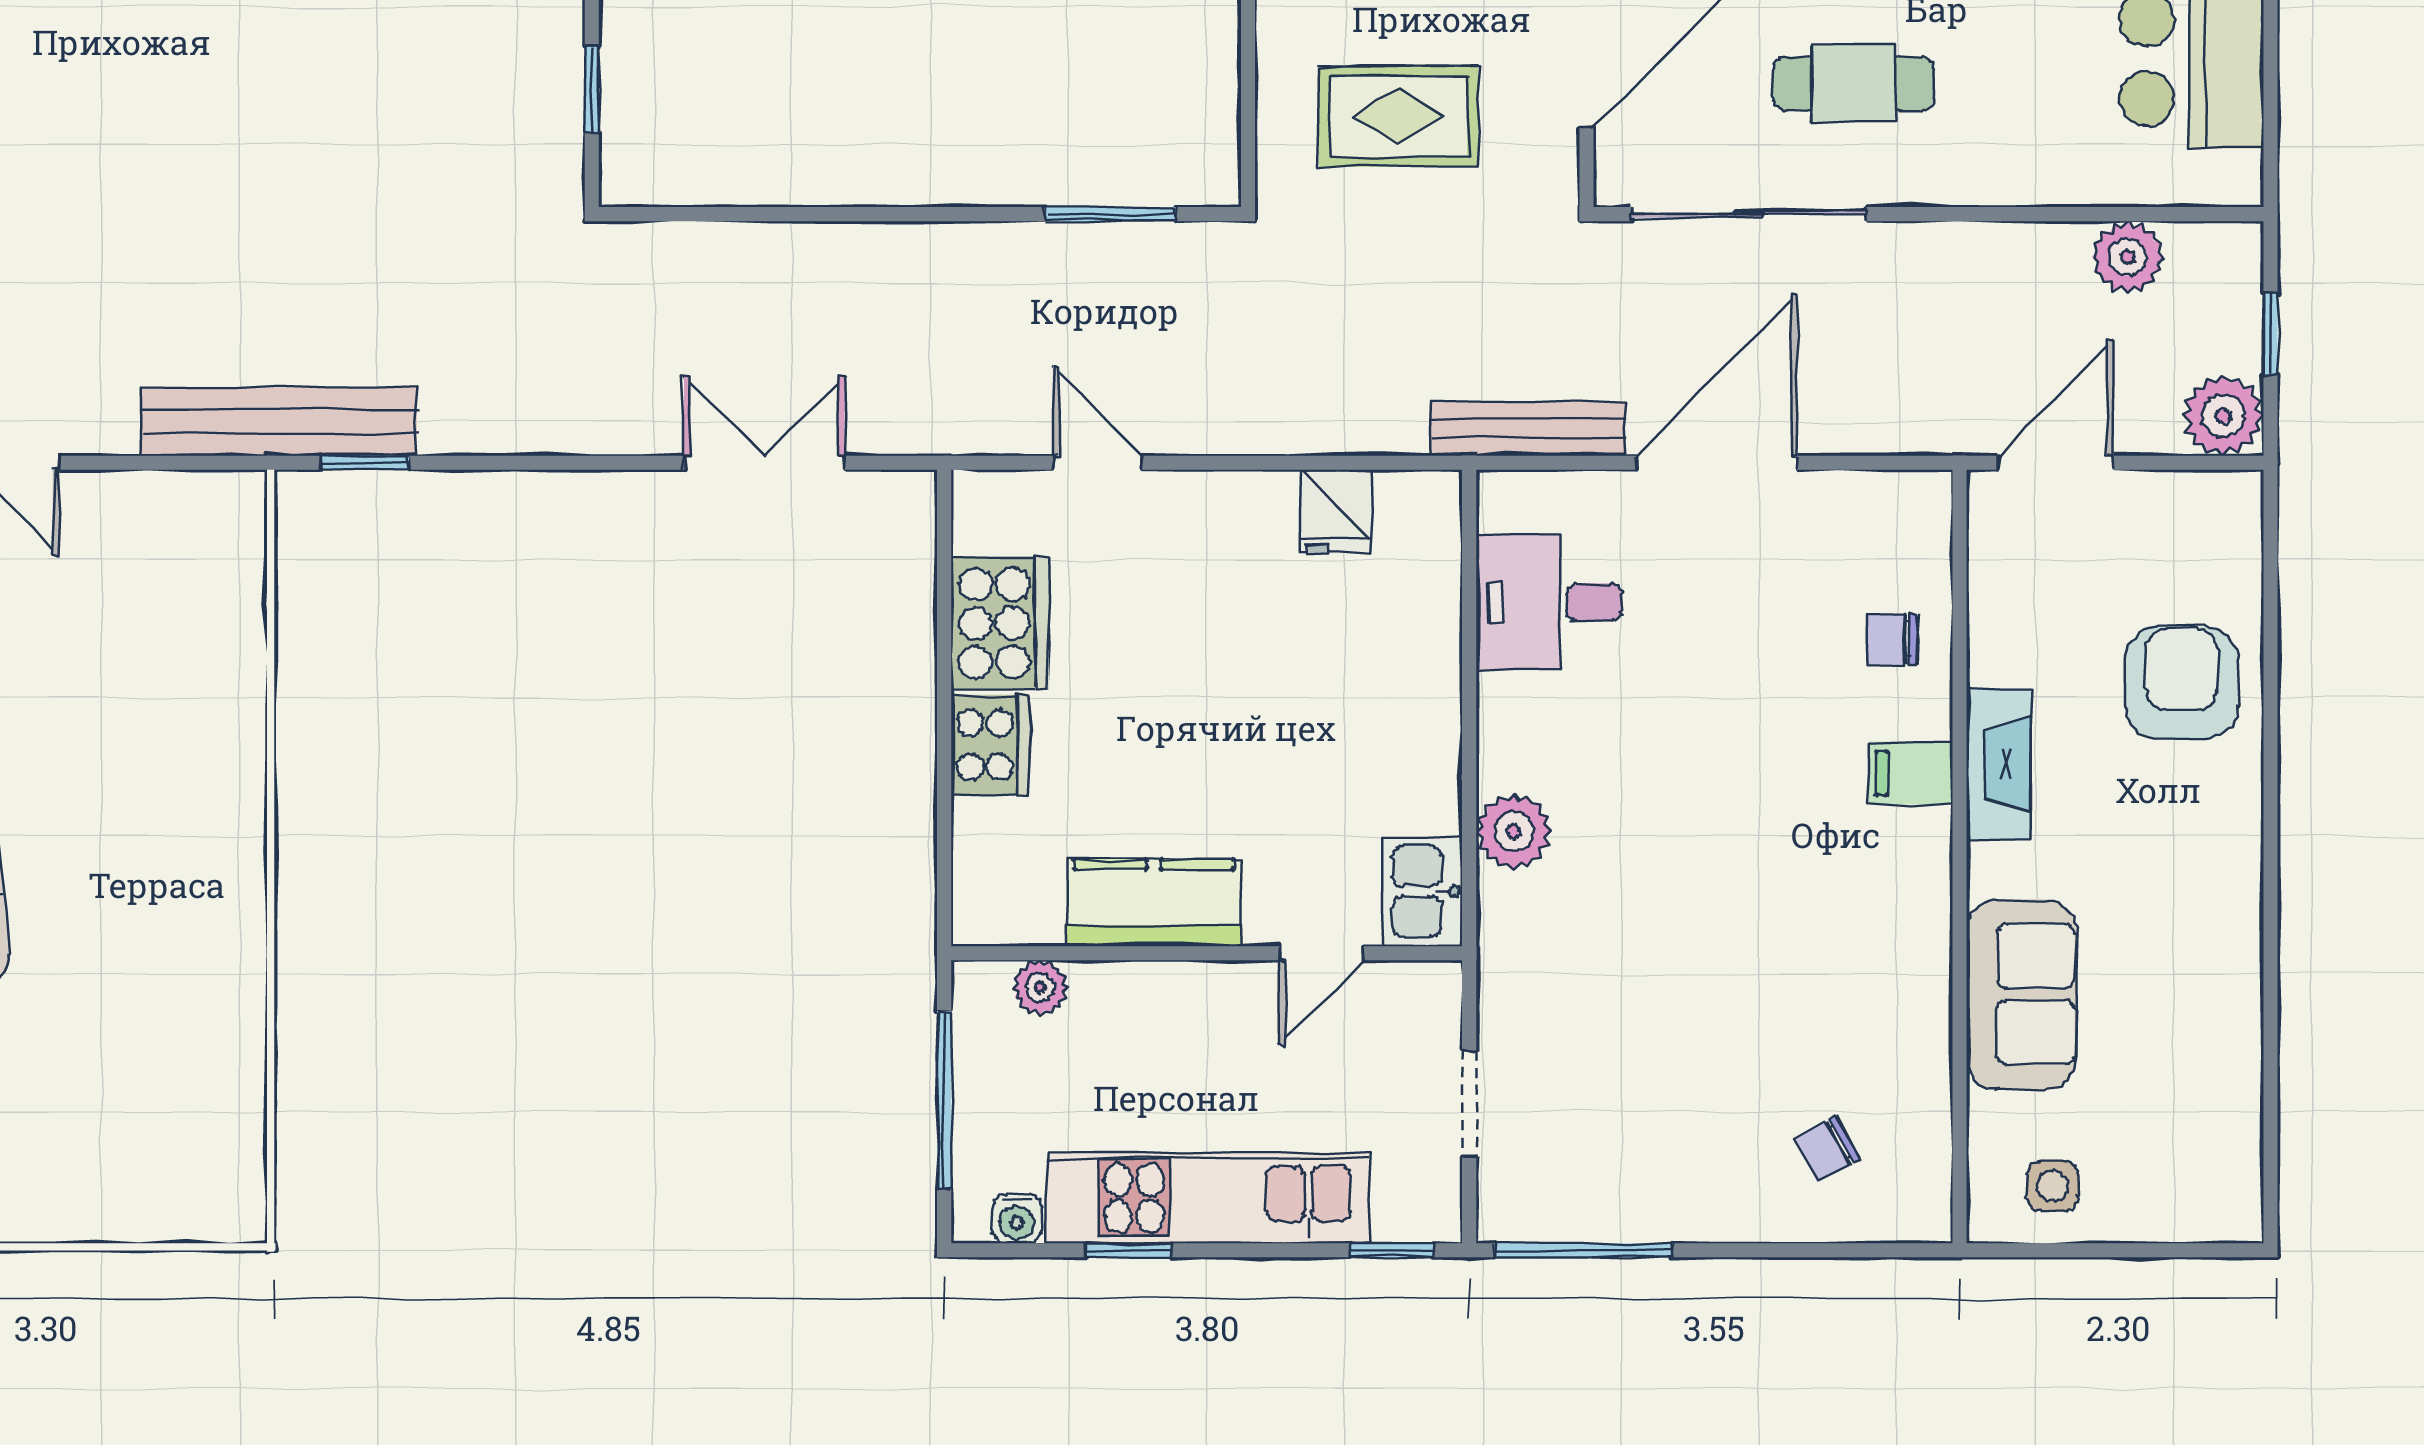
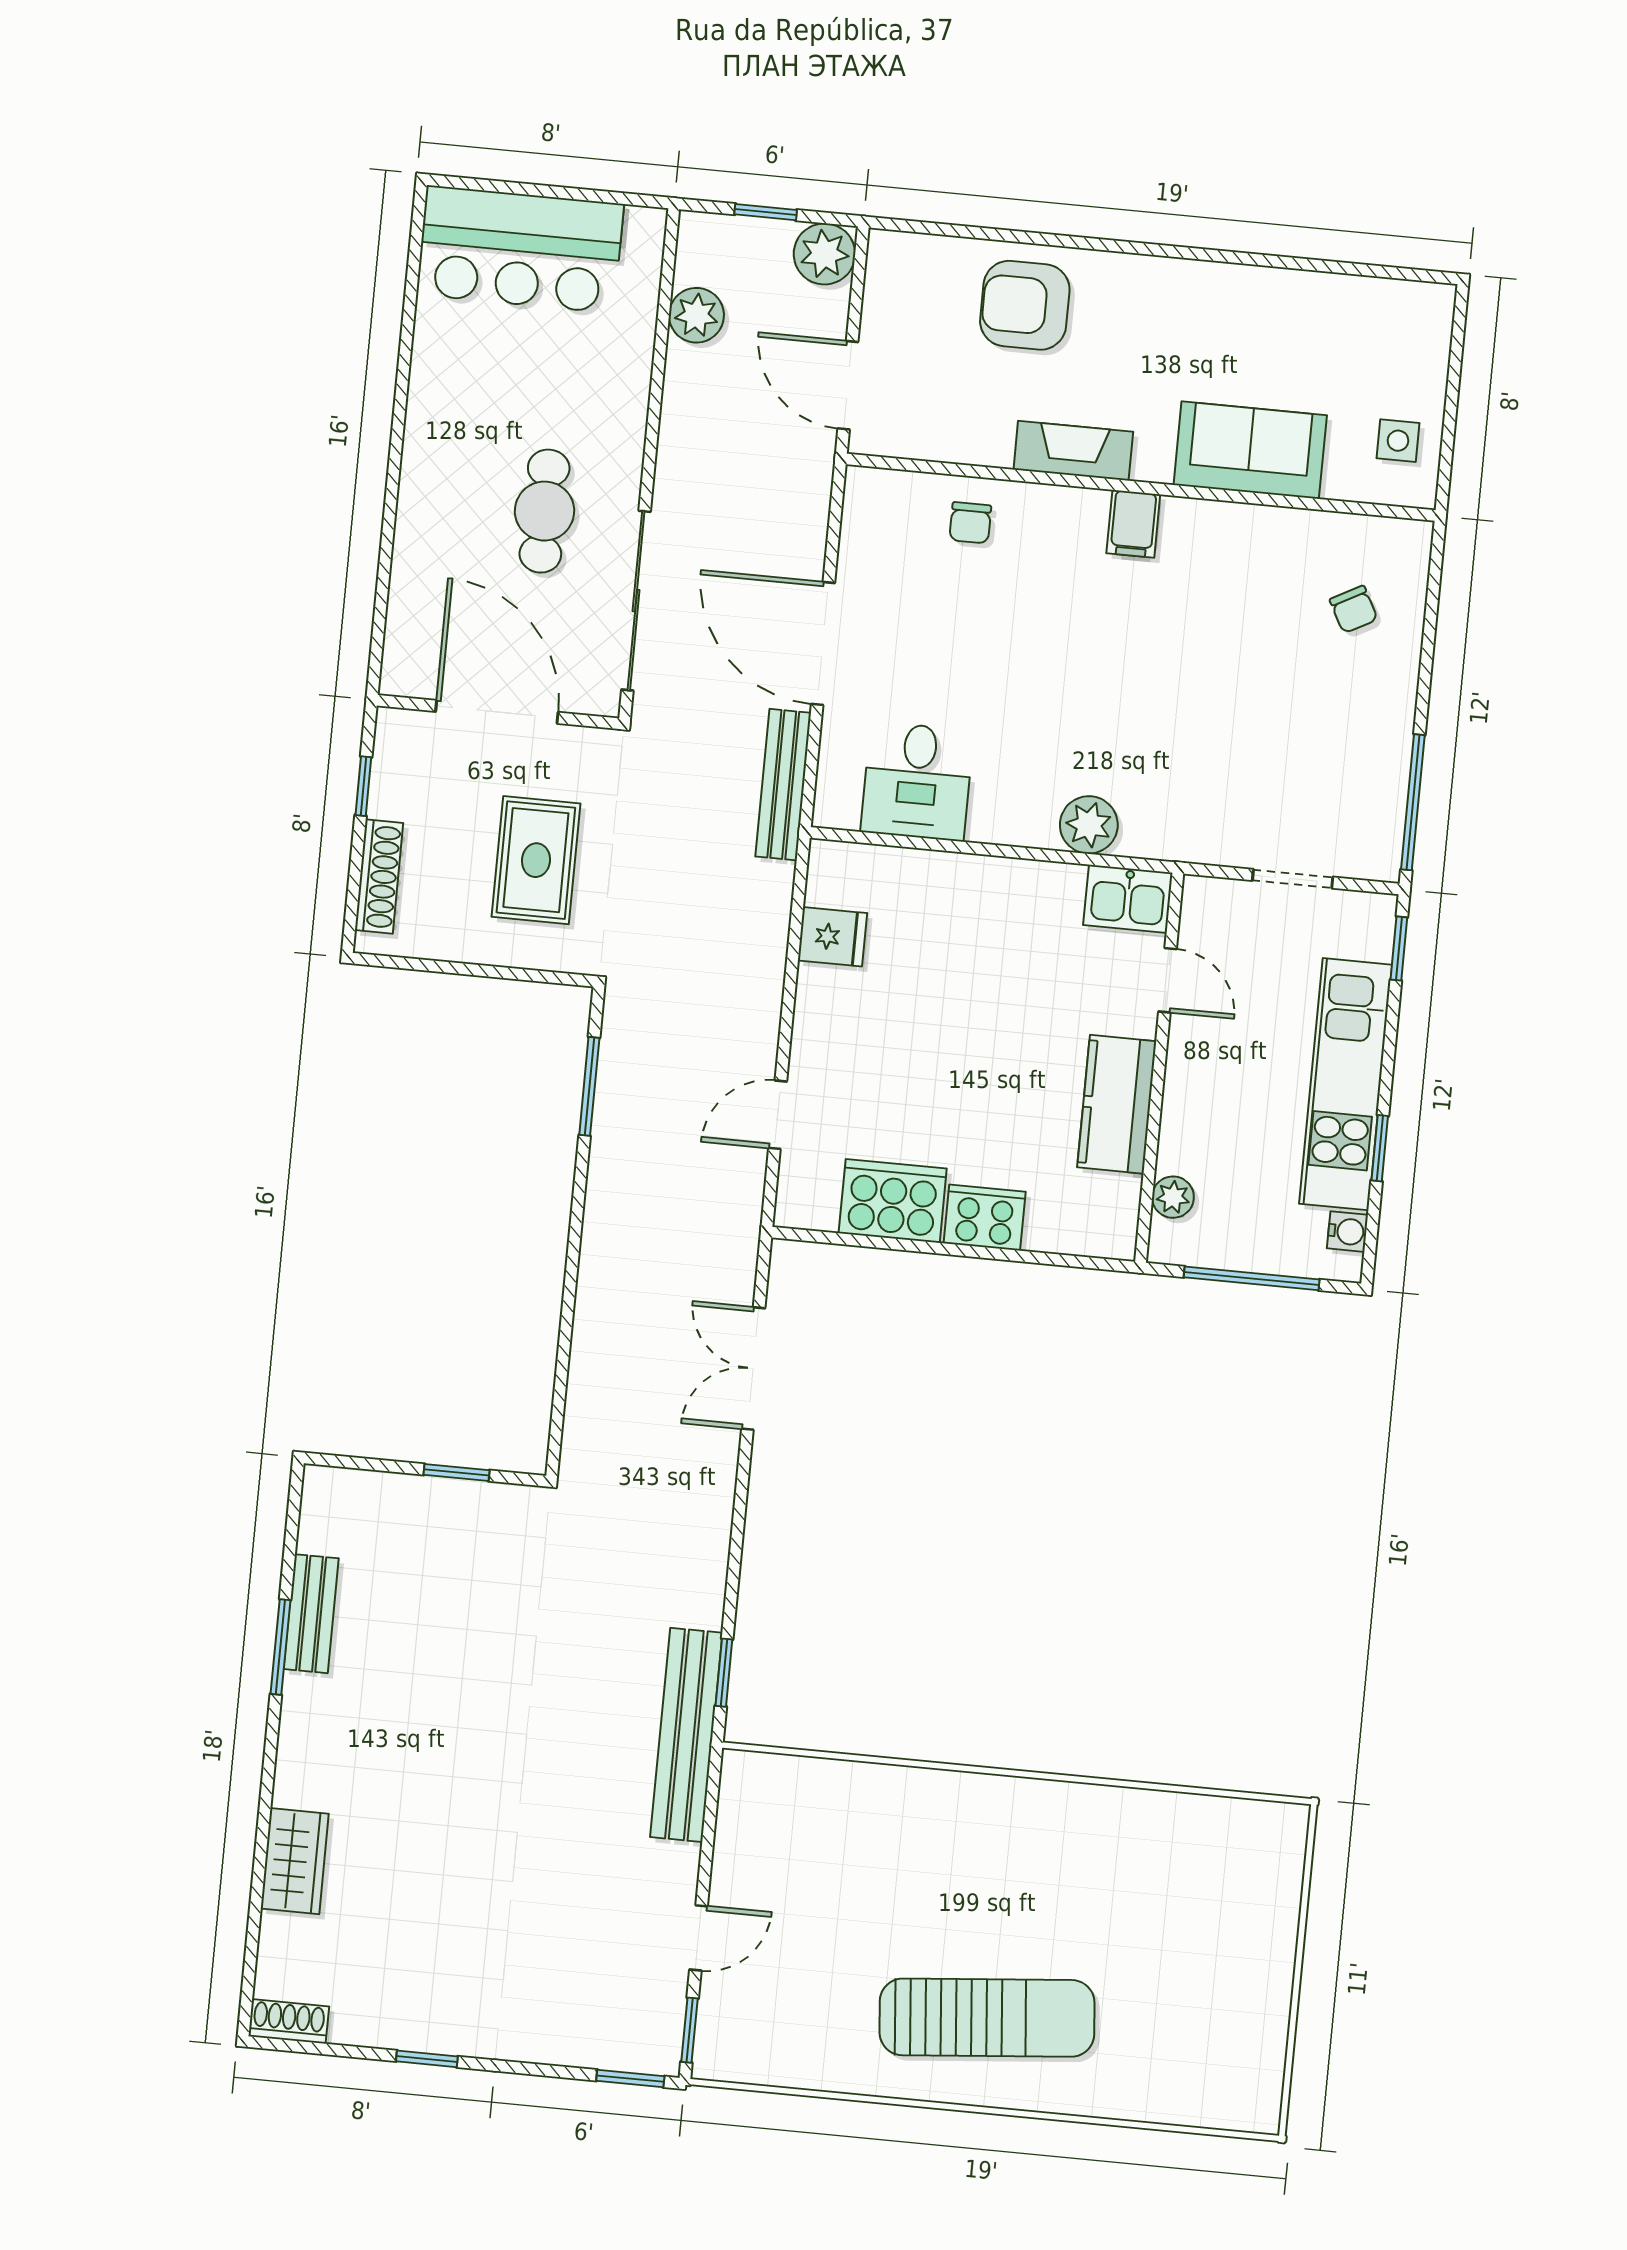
filing cabinet: (1911, 773) -> (1133, 524), moved

